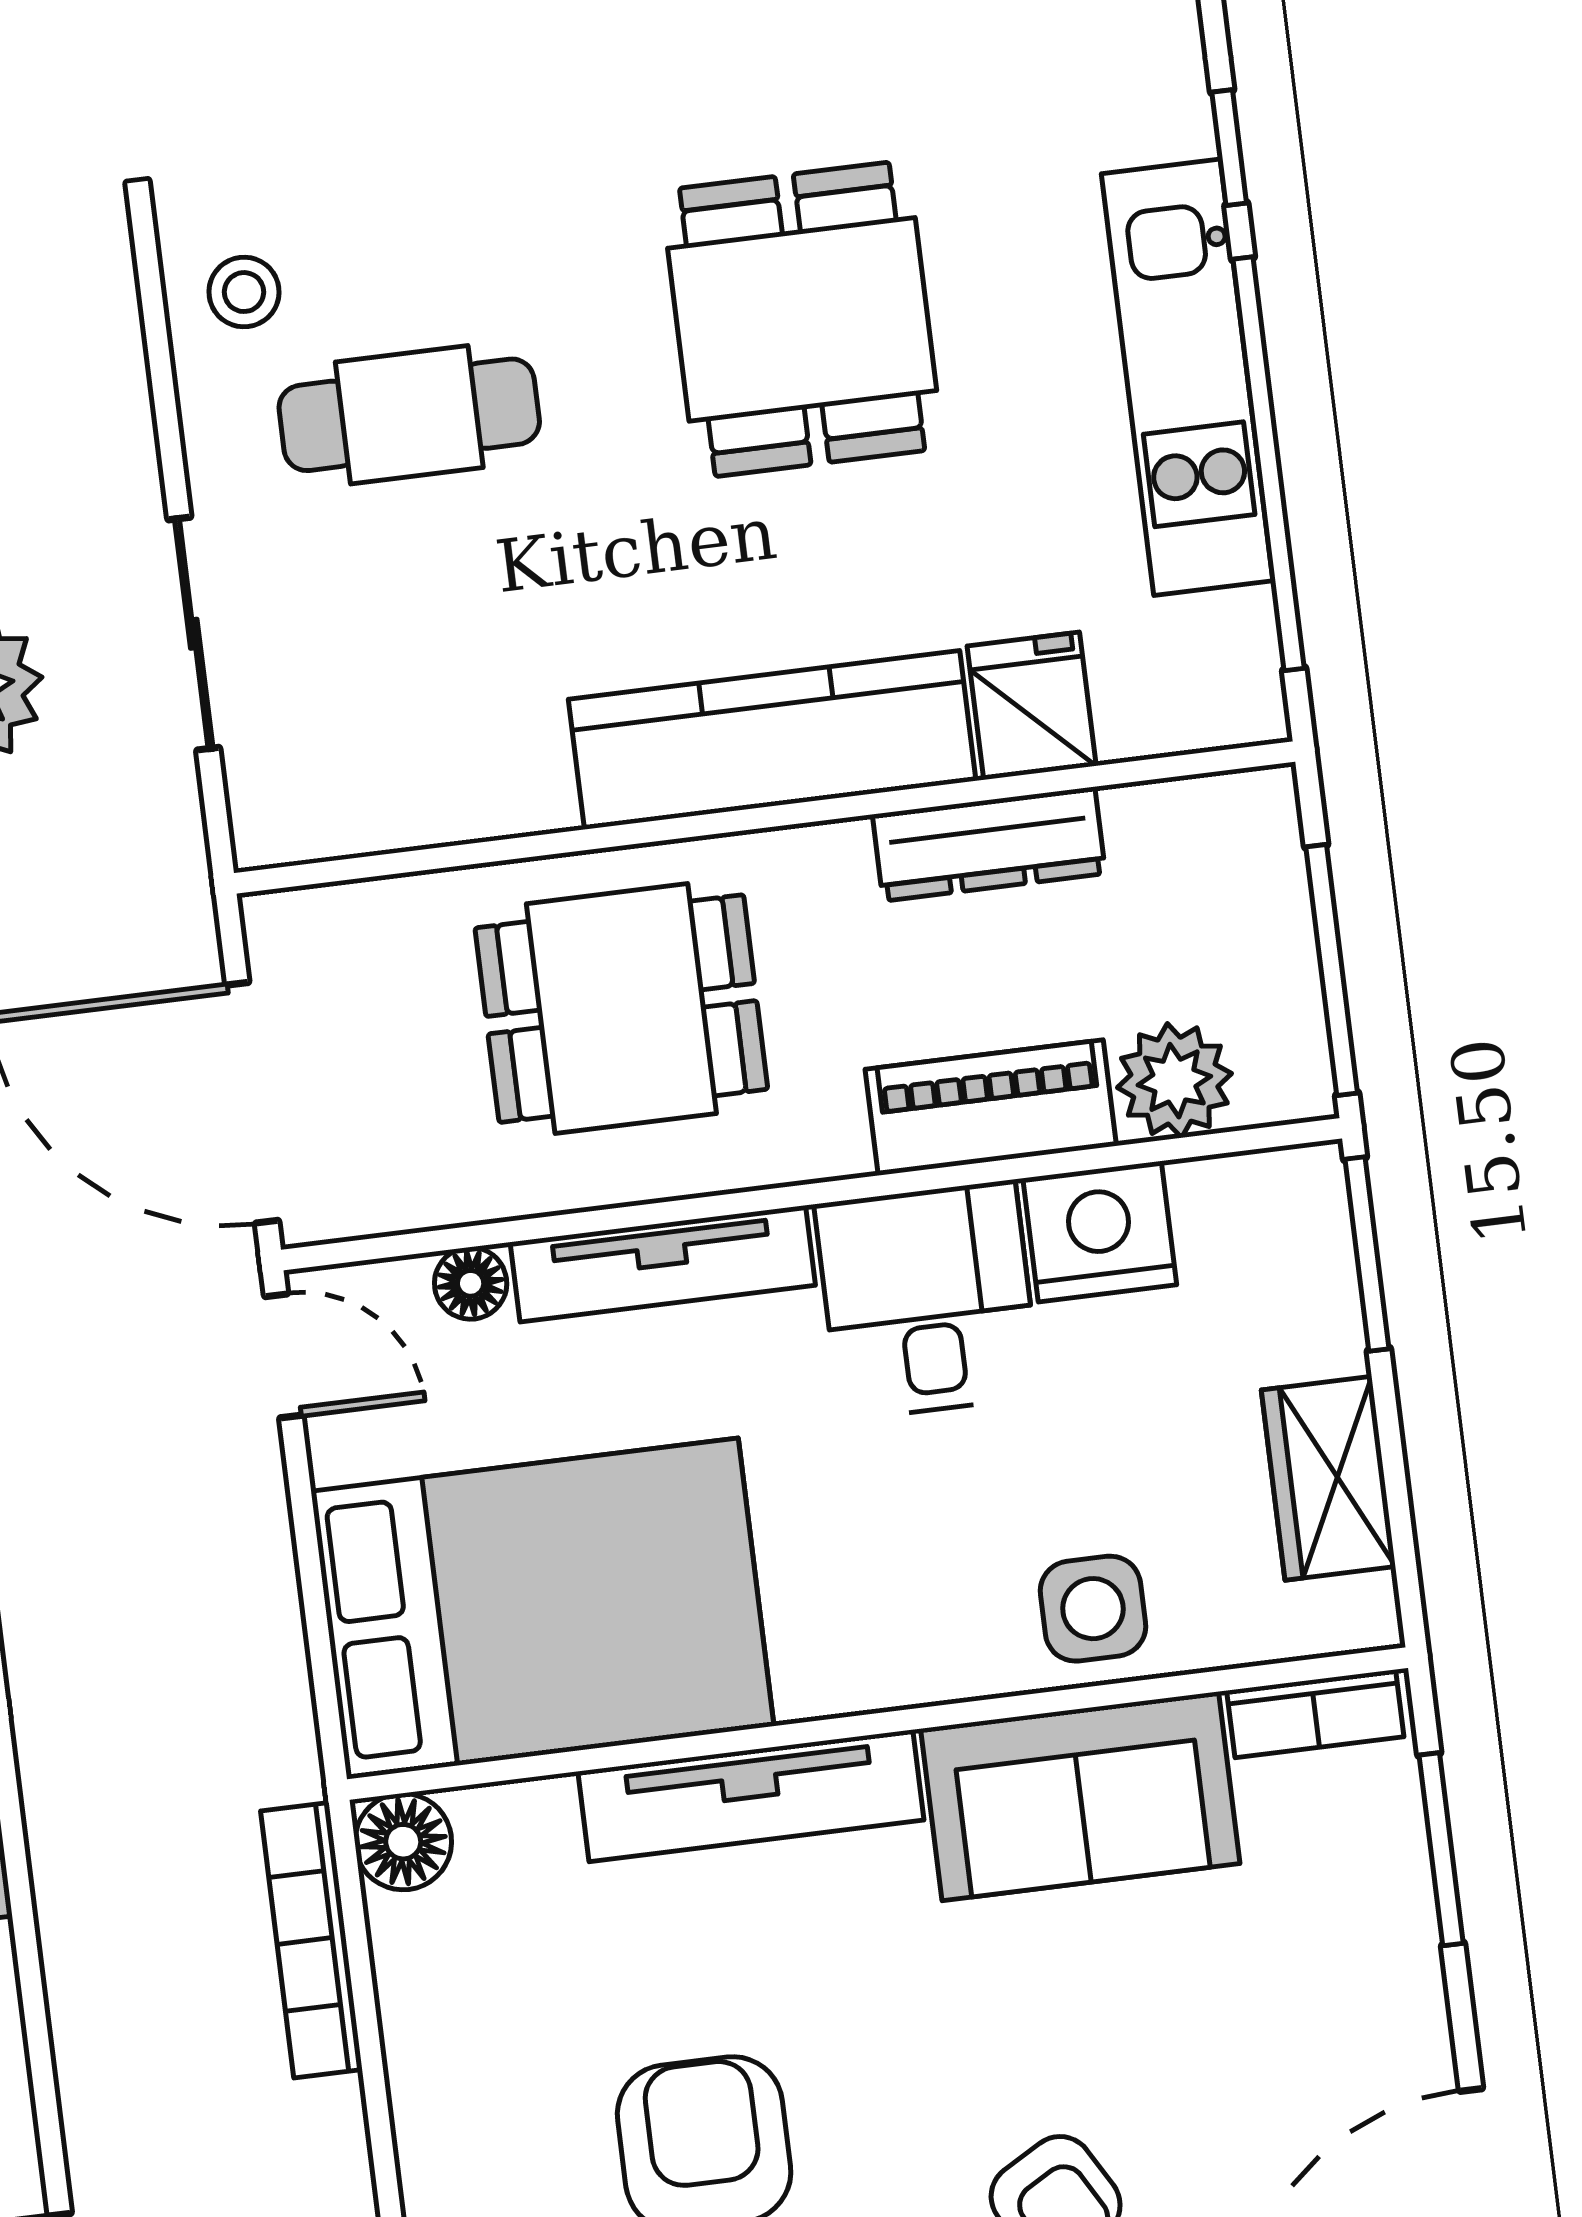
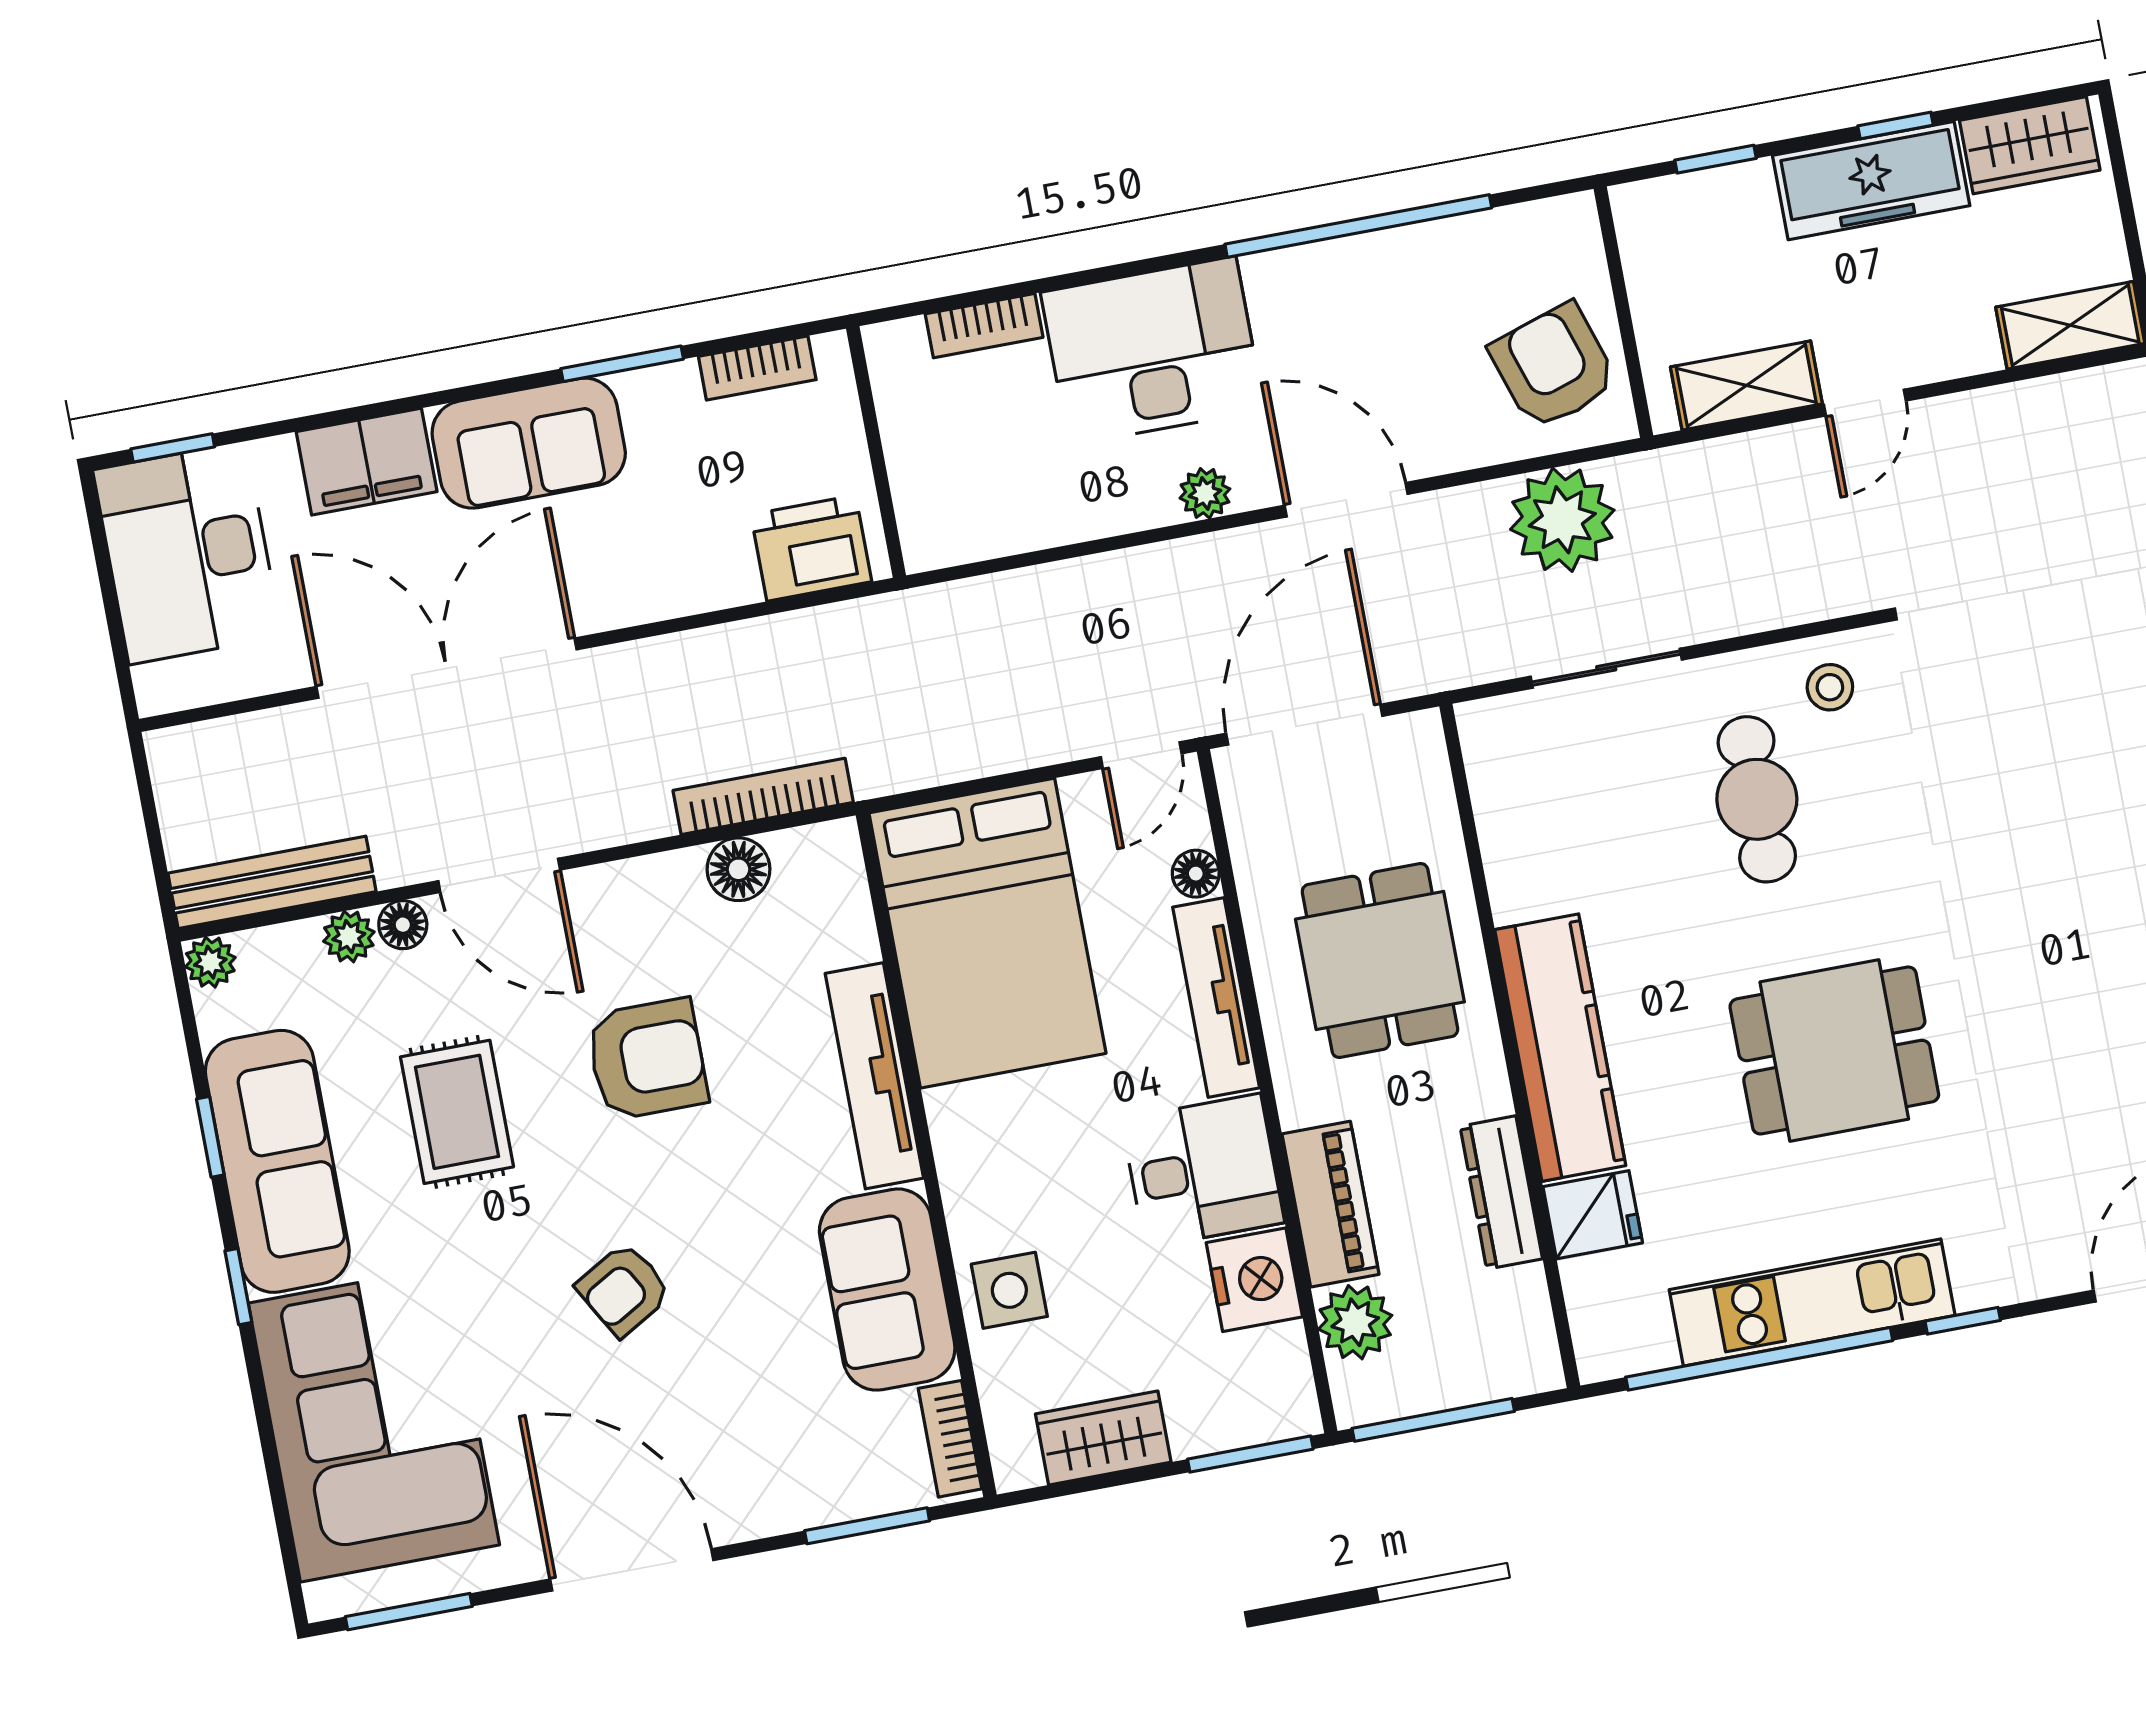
floor lamp: (403, 1842) -> (739, 869), moved

